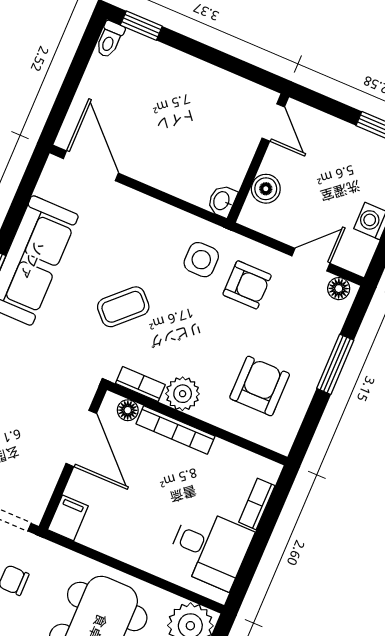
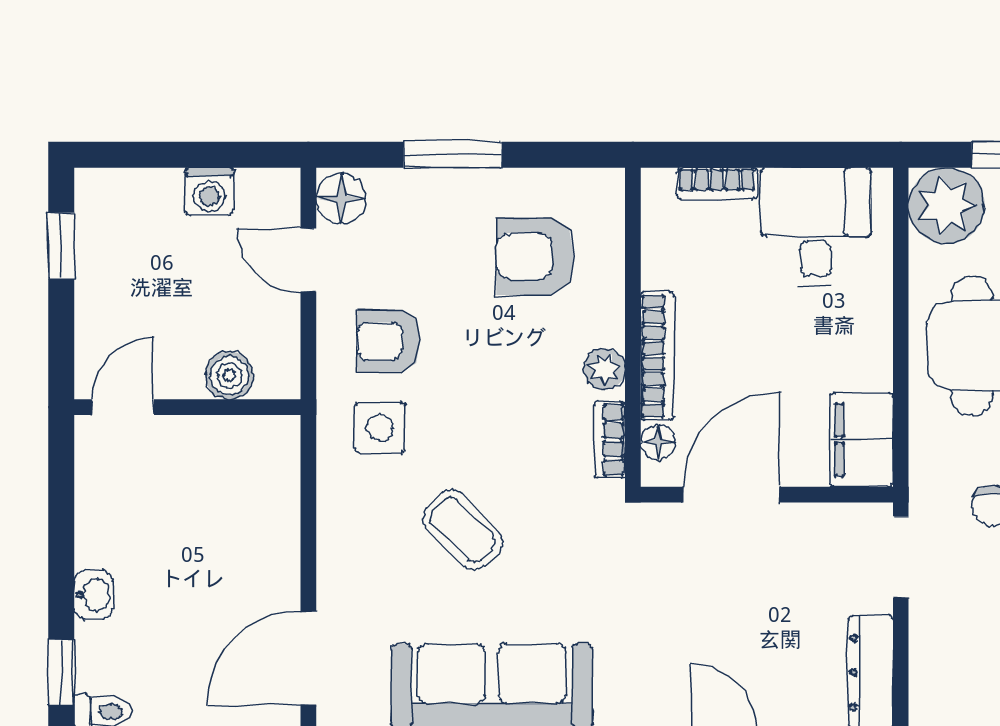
washbasin: (222, 201) -> (94, 595), moved, turned -90
armchair: (247, 285) -> (389, 341), turned -90
floor lamp: (339, 289) -> (341, 199), width x1.37, depth x1.37
coffee table: (123, 307) -> (463, 530), moved
plant: (183, 394) -> (605, 369), width x0.73, depth x0.73
filing cabinet: (68, 518) -> (862, 440), width x2.00

